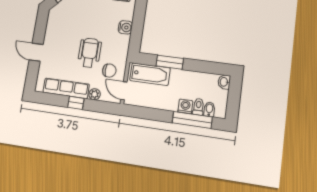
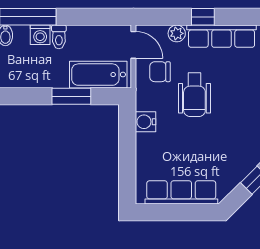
water cooler: (125, 27) -> (146, 122), moved
toilet: (198, 107) -> (59, 37), moved

